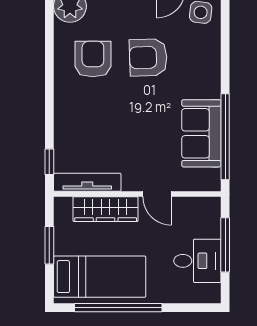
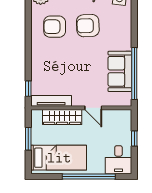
armchair: (93, 59) -> (55, 27), turned -90
window: (225, 245) -> (134, 139), width x0.46
desk: (197, 261) -> (118, 160), moved, turned 90
window: (118, 308) -> (89, 176), moved

